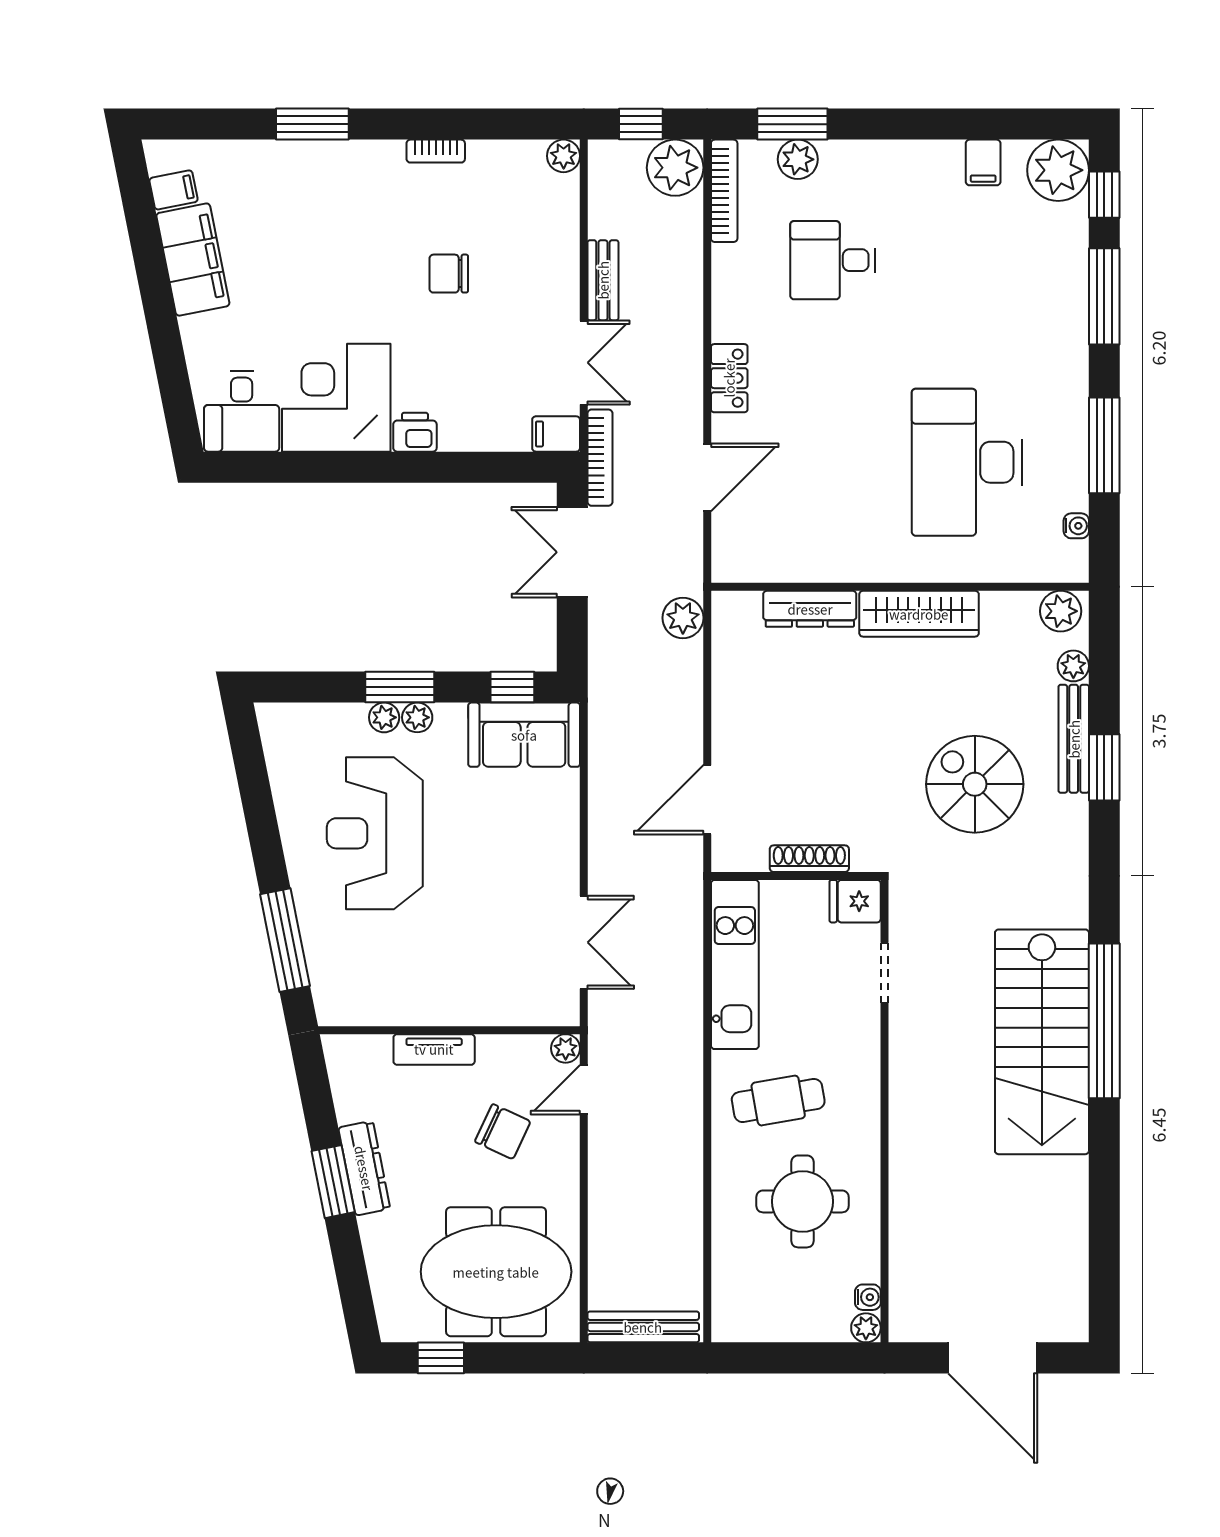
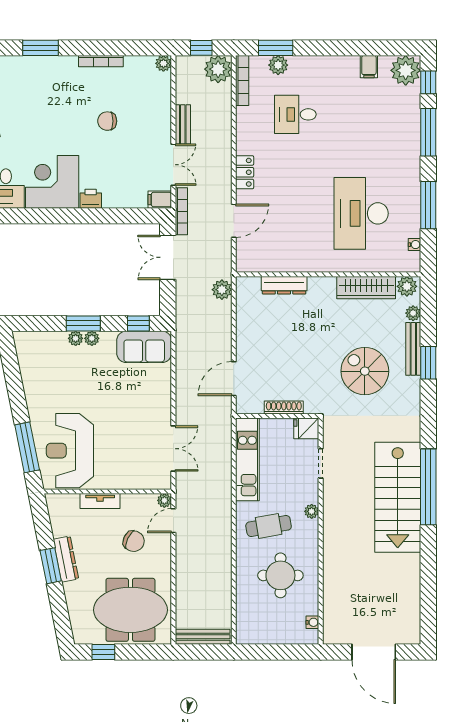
bookcase: (436, 151) -> (101, 61), width x1.56
wardrobe: (919, 614) -> (366, 288), moved
reception desk: (375, 833) -> (70, 451), moved
plant: (866, 1328) -> (312, 511), moved

